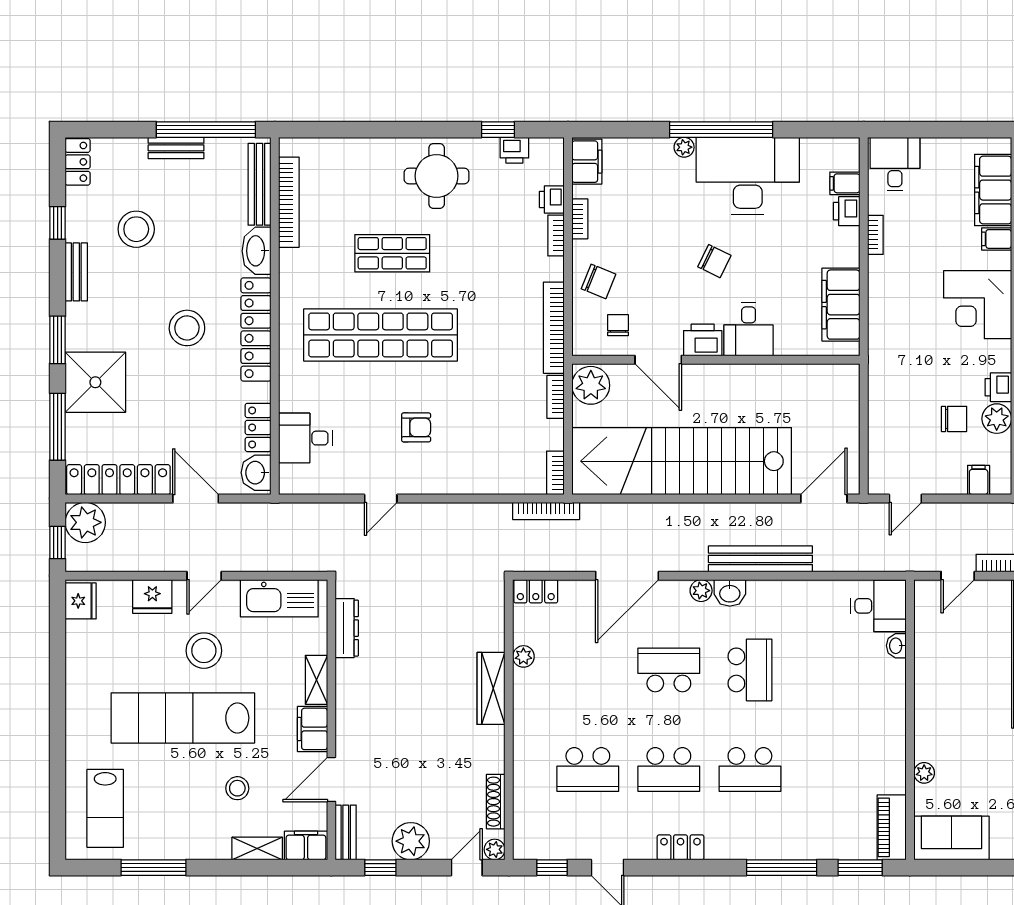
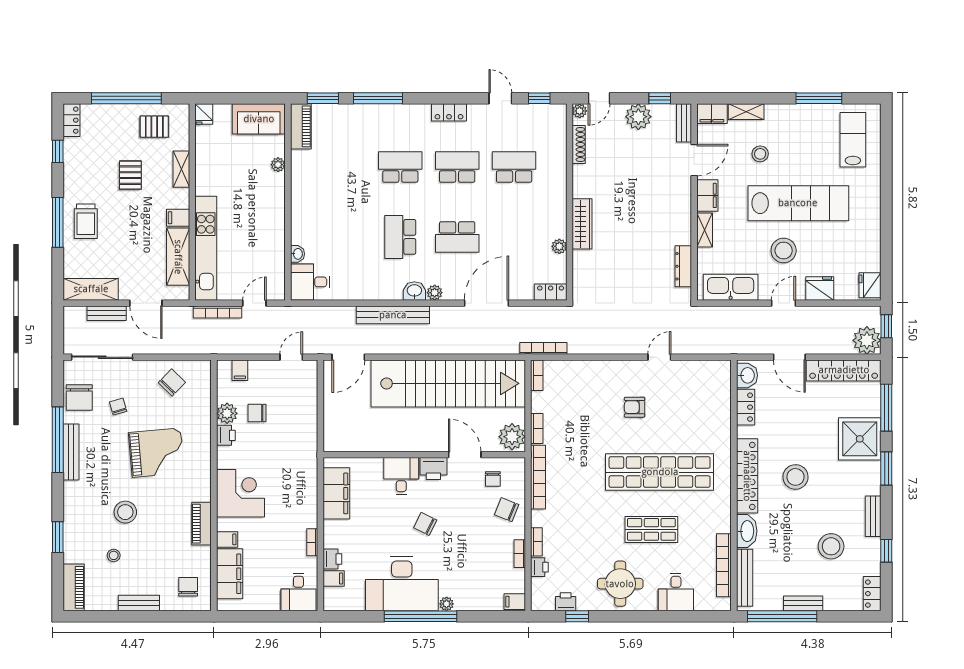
filing cabinet: (587, 162) -> (515, 602), width x0.50
desk: (305, 438) -> (676, 592), moved, turned 90

